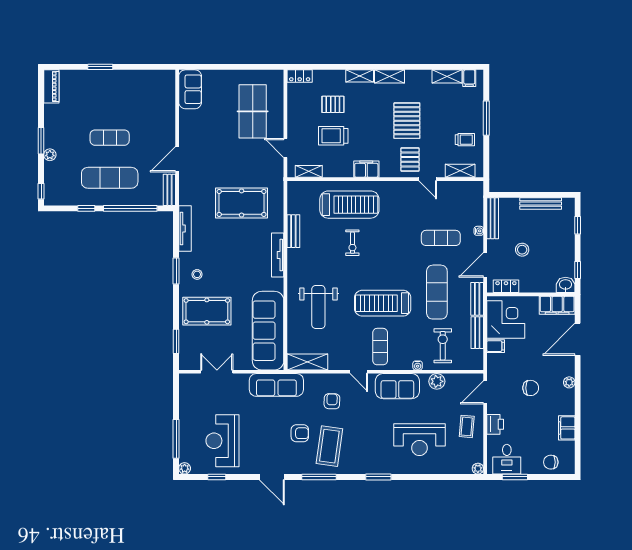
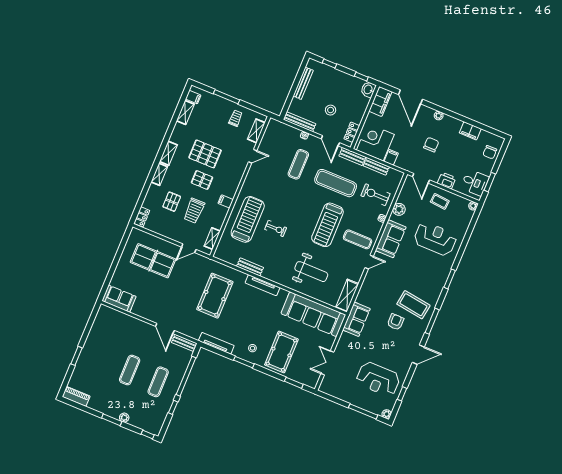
pallet: (410, 159) -> (202, 180), moved
filing cabinet: (366, 169) -> (226, 201), width x0.50
exercise mat: (110, 178) -> (158, 382), width x0.73, depth x0.69
sofa: (276, 385) -> (356, 319), width x0.73
armchair: (332, 401) -> (382, 290), removed
reception desk: (419, 440) -> (435, 239), turned -90

